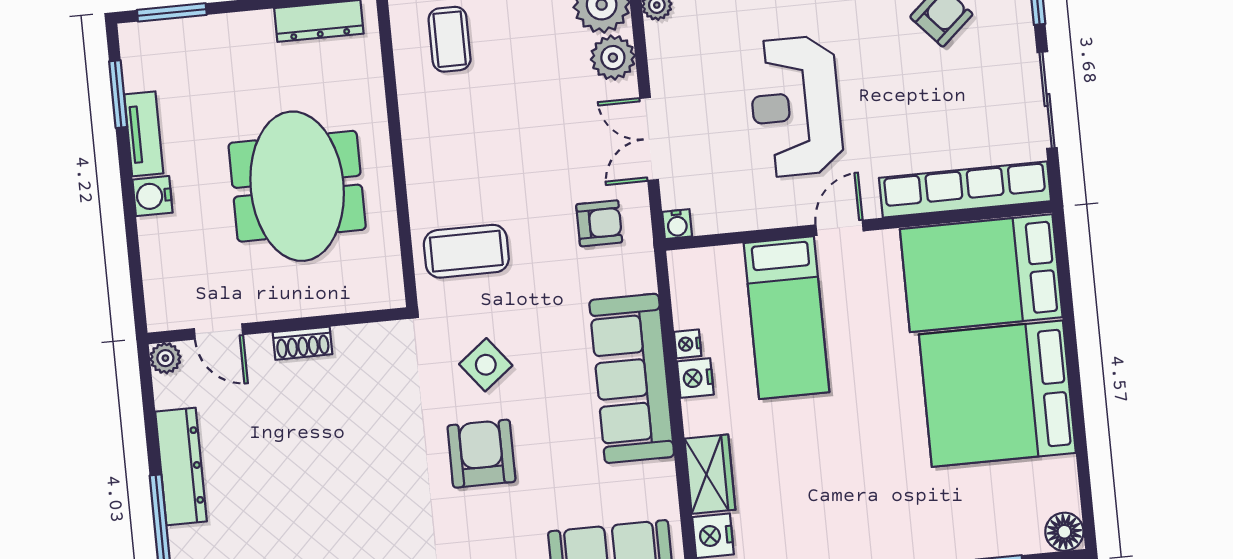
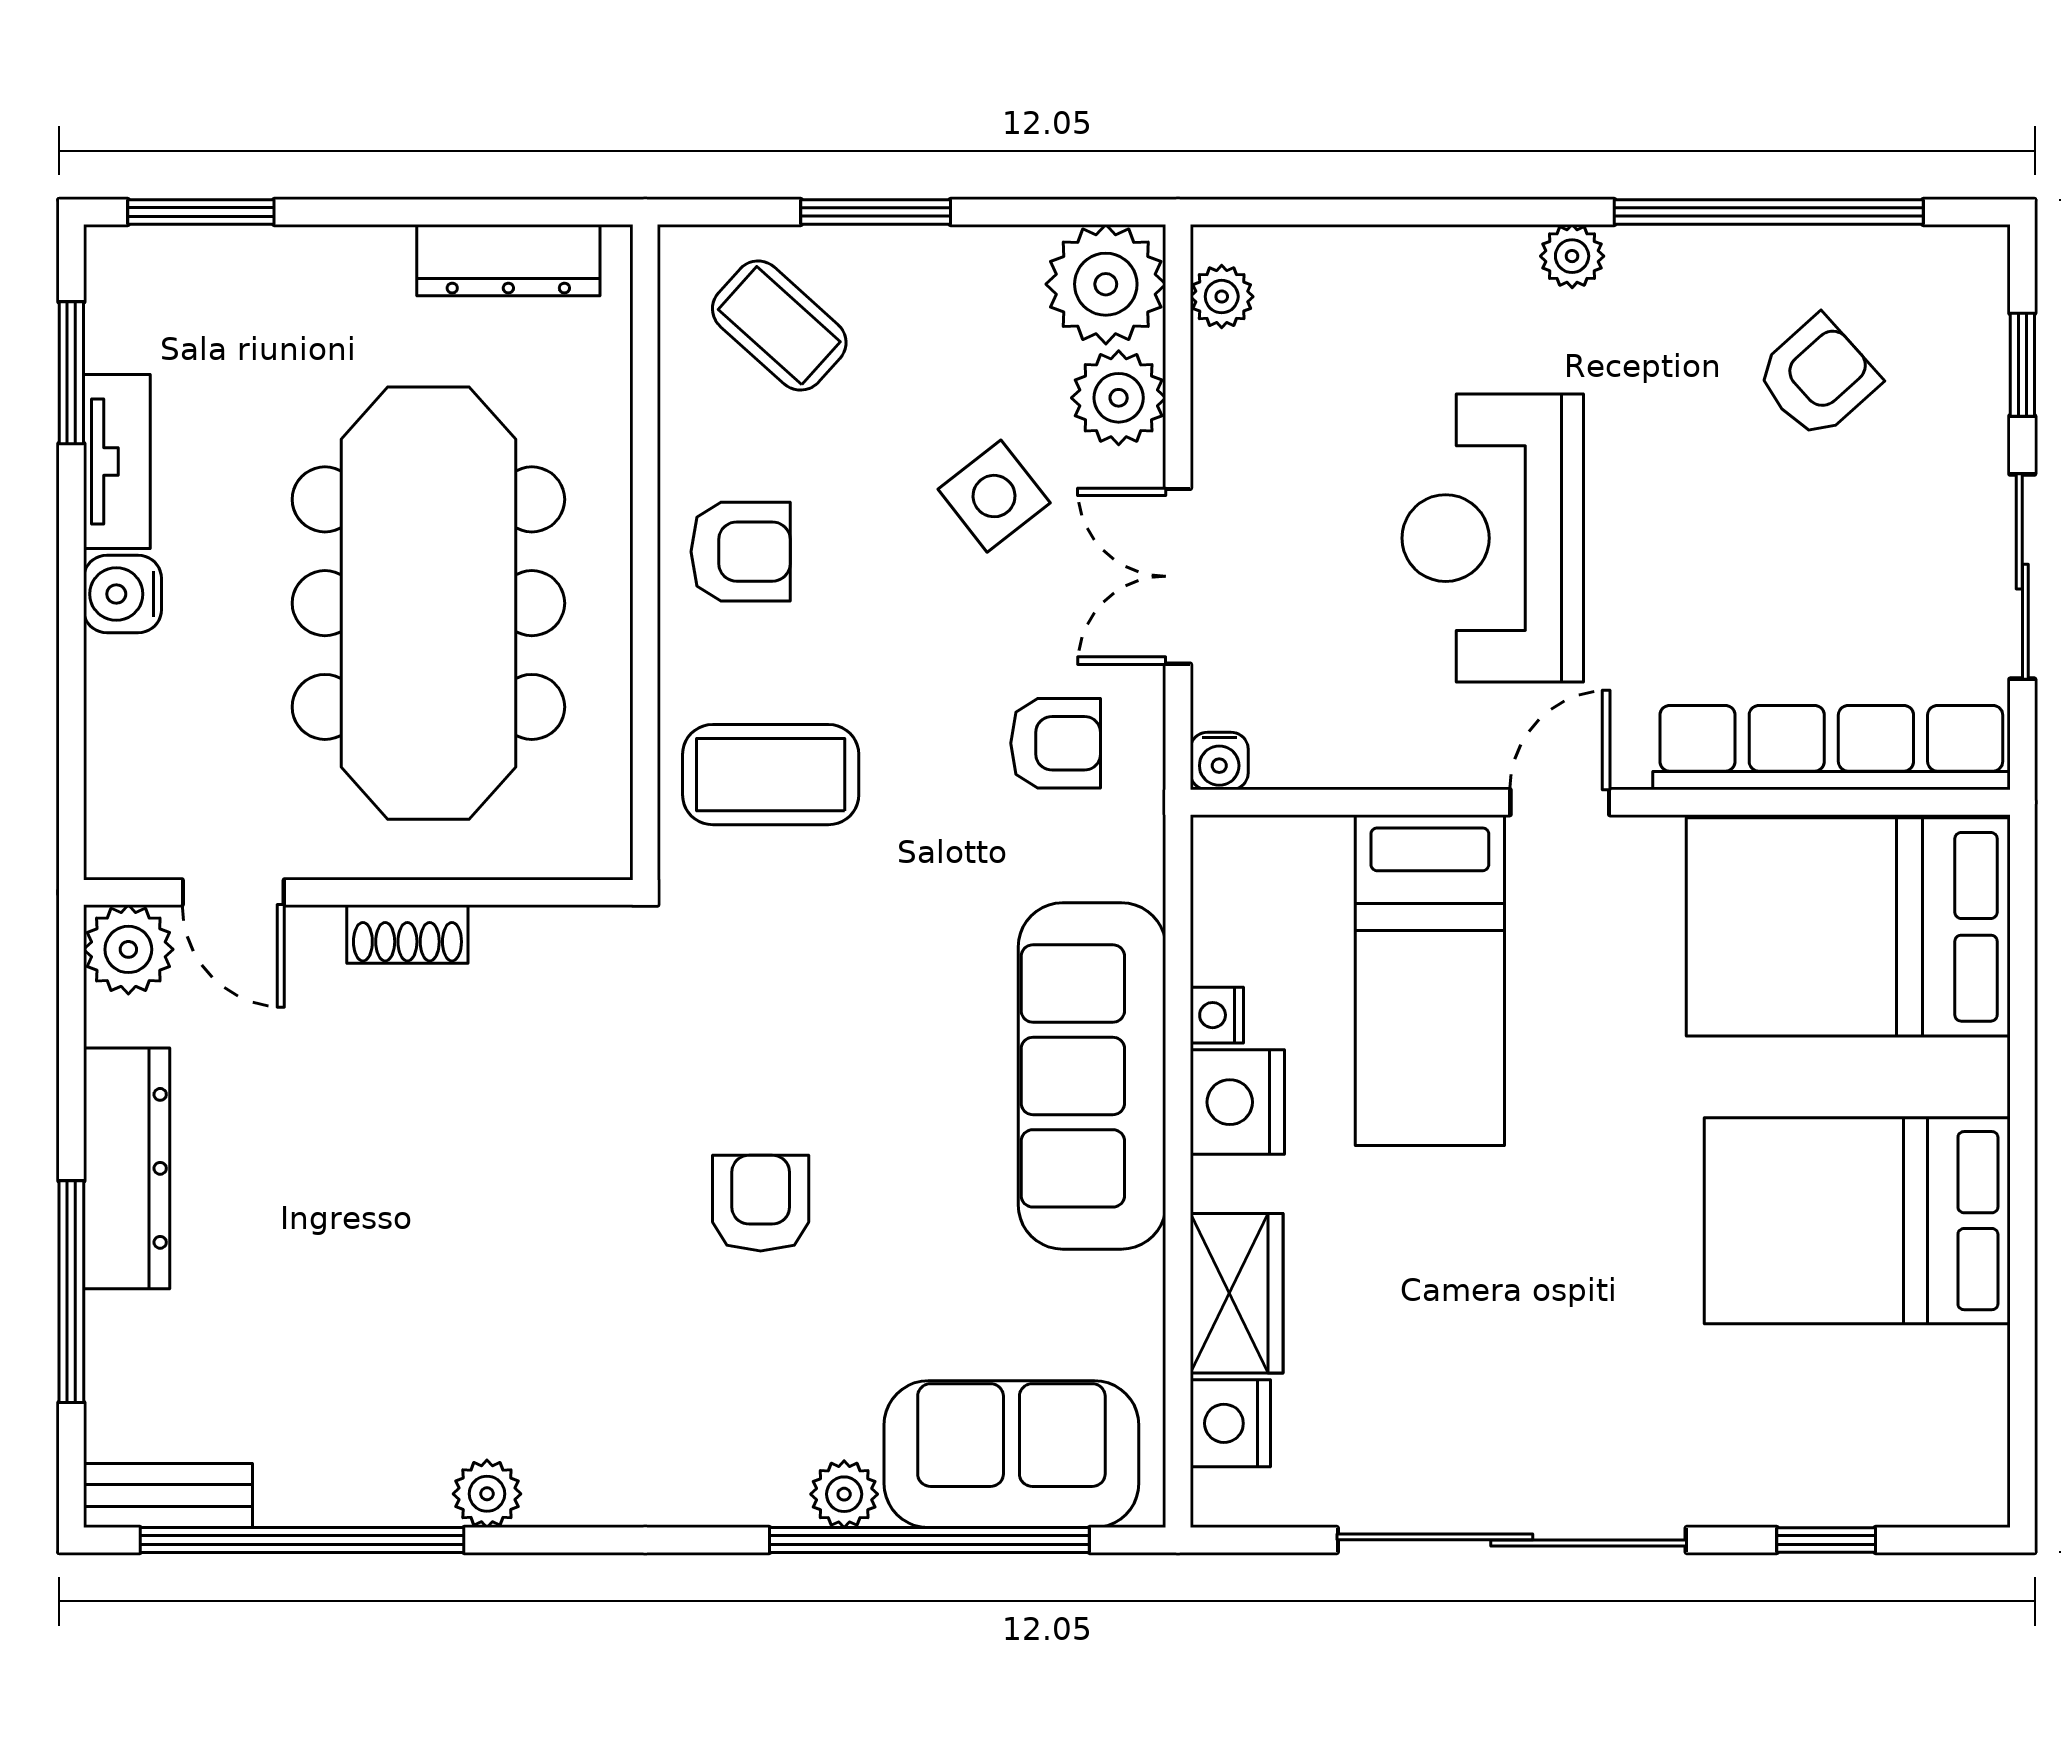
coffee table: (450, 39) -> (779, 326), turned -48
armchair: (442, 148) -> (741, 552), added
meeting table: (297, 186) -> (428, 603), width x1.36
plant: (165, 358) -> (128, 949), width x1.38, depth x1.38
side table: (486, 365) -> (994, 496), moved
nightstand: (695, 378) -> (1237, 1102), width x1.36, depth x1.33
bed: (997, 394) -> (1857, 1221), width x0.73
armchair: (481, 454) -> (761, 1203), width x0.72, depth x0.72
floor lamp: (1064, 532) -> (1970, 1487), removed

